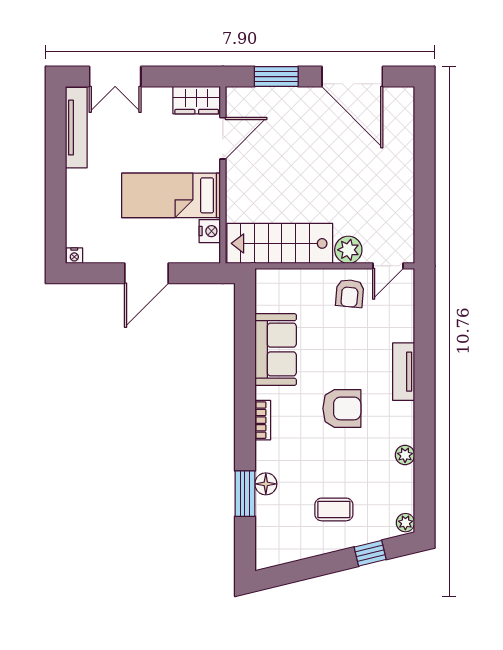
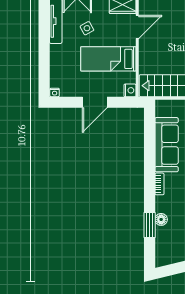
side table: (133, 140) -> (87, 28), added
nightstand: (210, 231) -> (130, 90), moved
sofa: (276, 349) -> (167, 145), width x1.36

